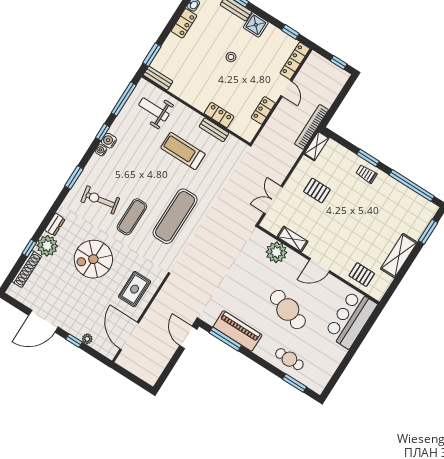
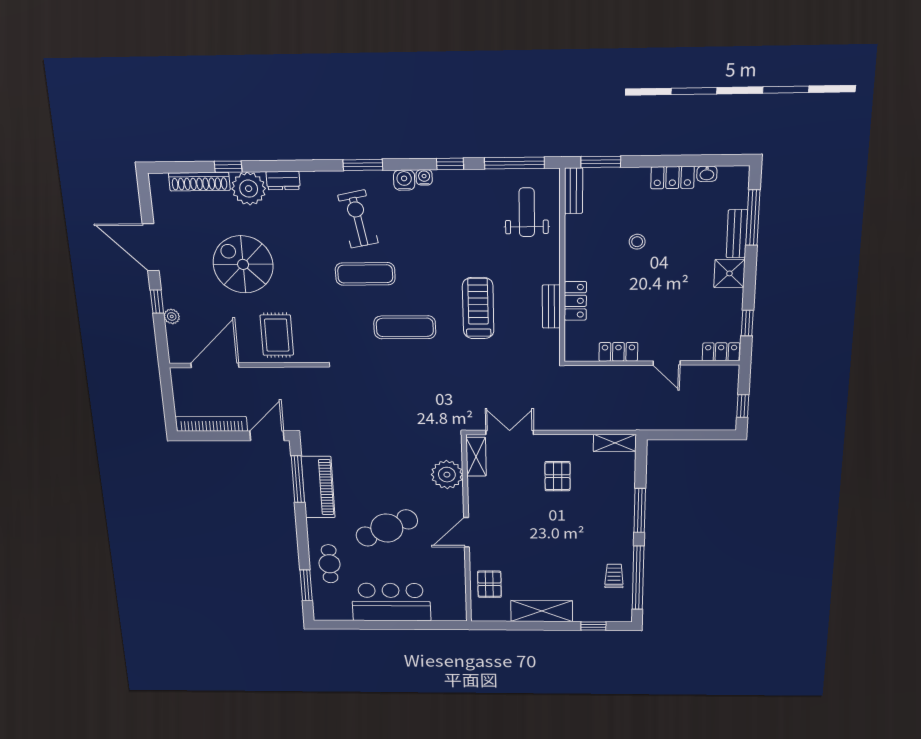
stool: (231, 57) -> (637, 242), moved
locker: (295, 61) -> (721, 352), width x0.66
door: (286, 88) -> (667, 363), hinge flipped
bookcase: (312, 127) -> (212, 424), moved
water cooler: (109, 141) -> (404, 180), moved
treadmill: (183, 151) -> (478, 308), moved
window: (368, 158) -> (640, 510), width x1.44
trolley: (366, 174) -> (614, 576), moved
exercise mat: (175, 216) -> (405, 327), width x0.73, depth x0.69
window: (428, 232) -> (593, 626), width x0.67
shelving: (293, 239) -> (476, 457), moved
spiral stairs: (93, 259) -> (243, 264), moved
door: (320, 265) -> (466, 532), hinge flipped
rug: (135, 289) -> (277, 335), turned 90
cafe table: (288, 310) -> (387, 528), turned 47
bar counter: (351, 319) -> (391, 602), moved

